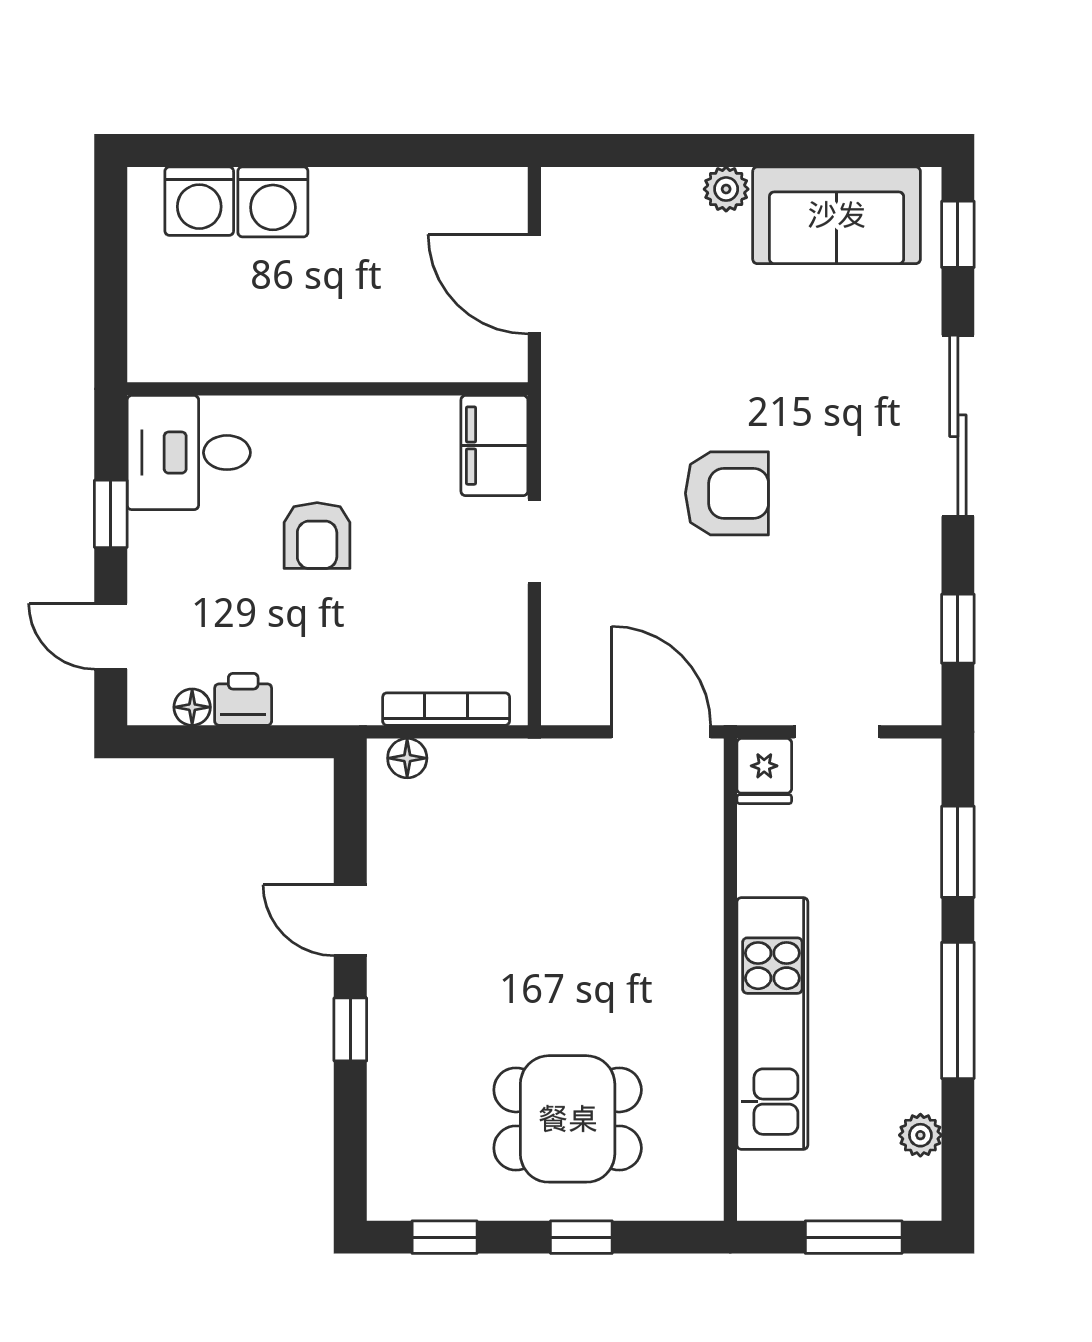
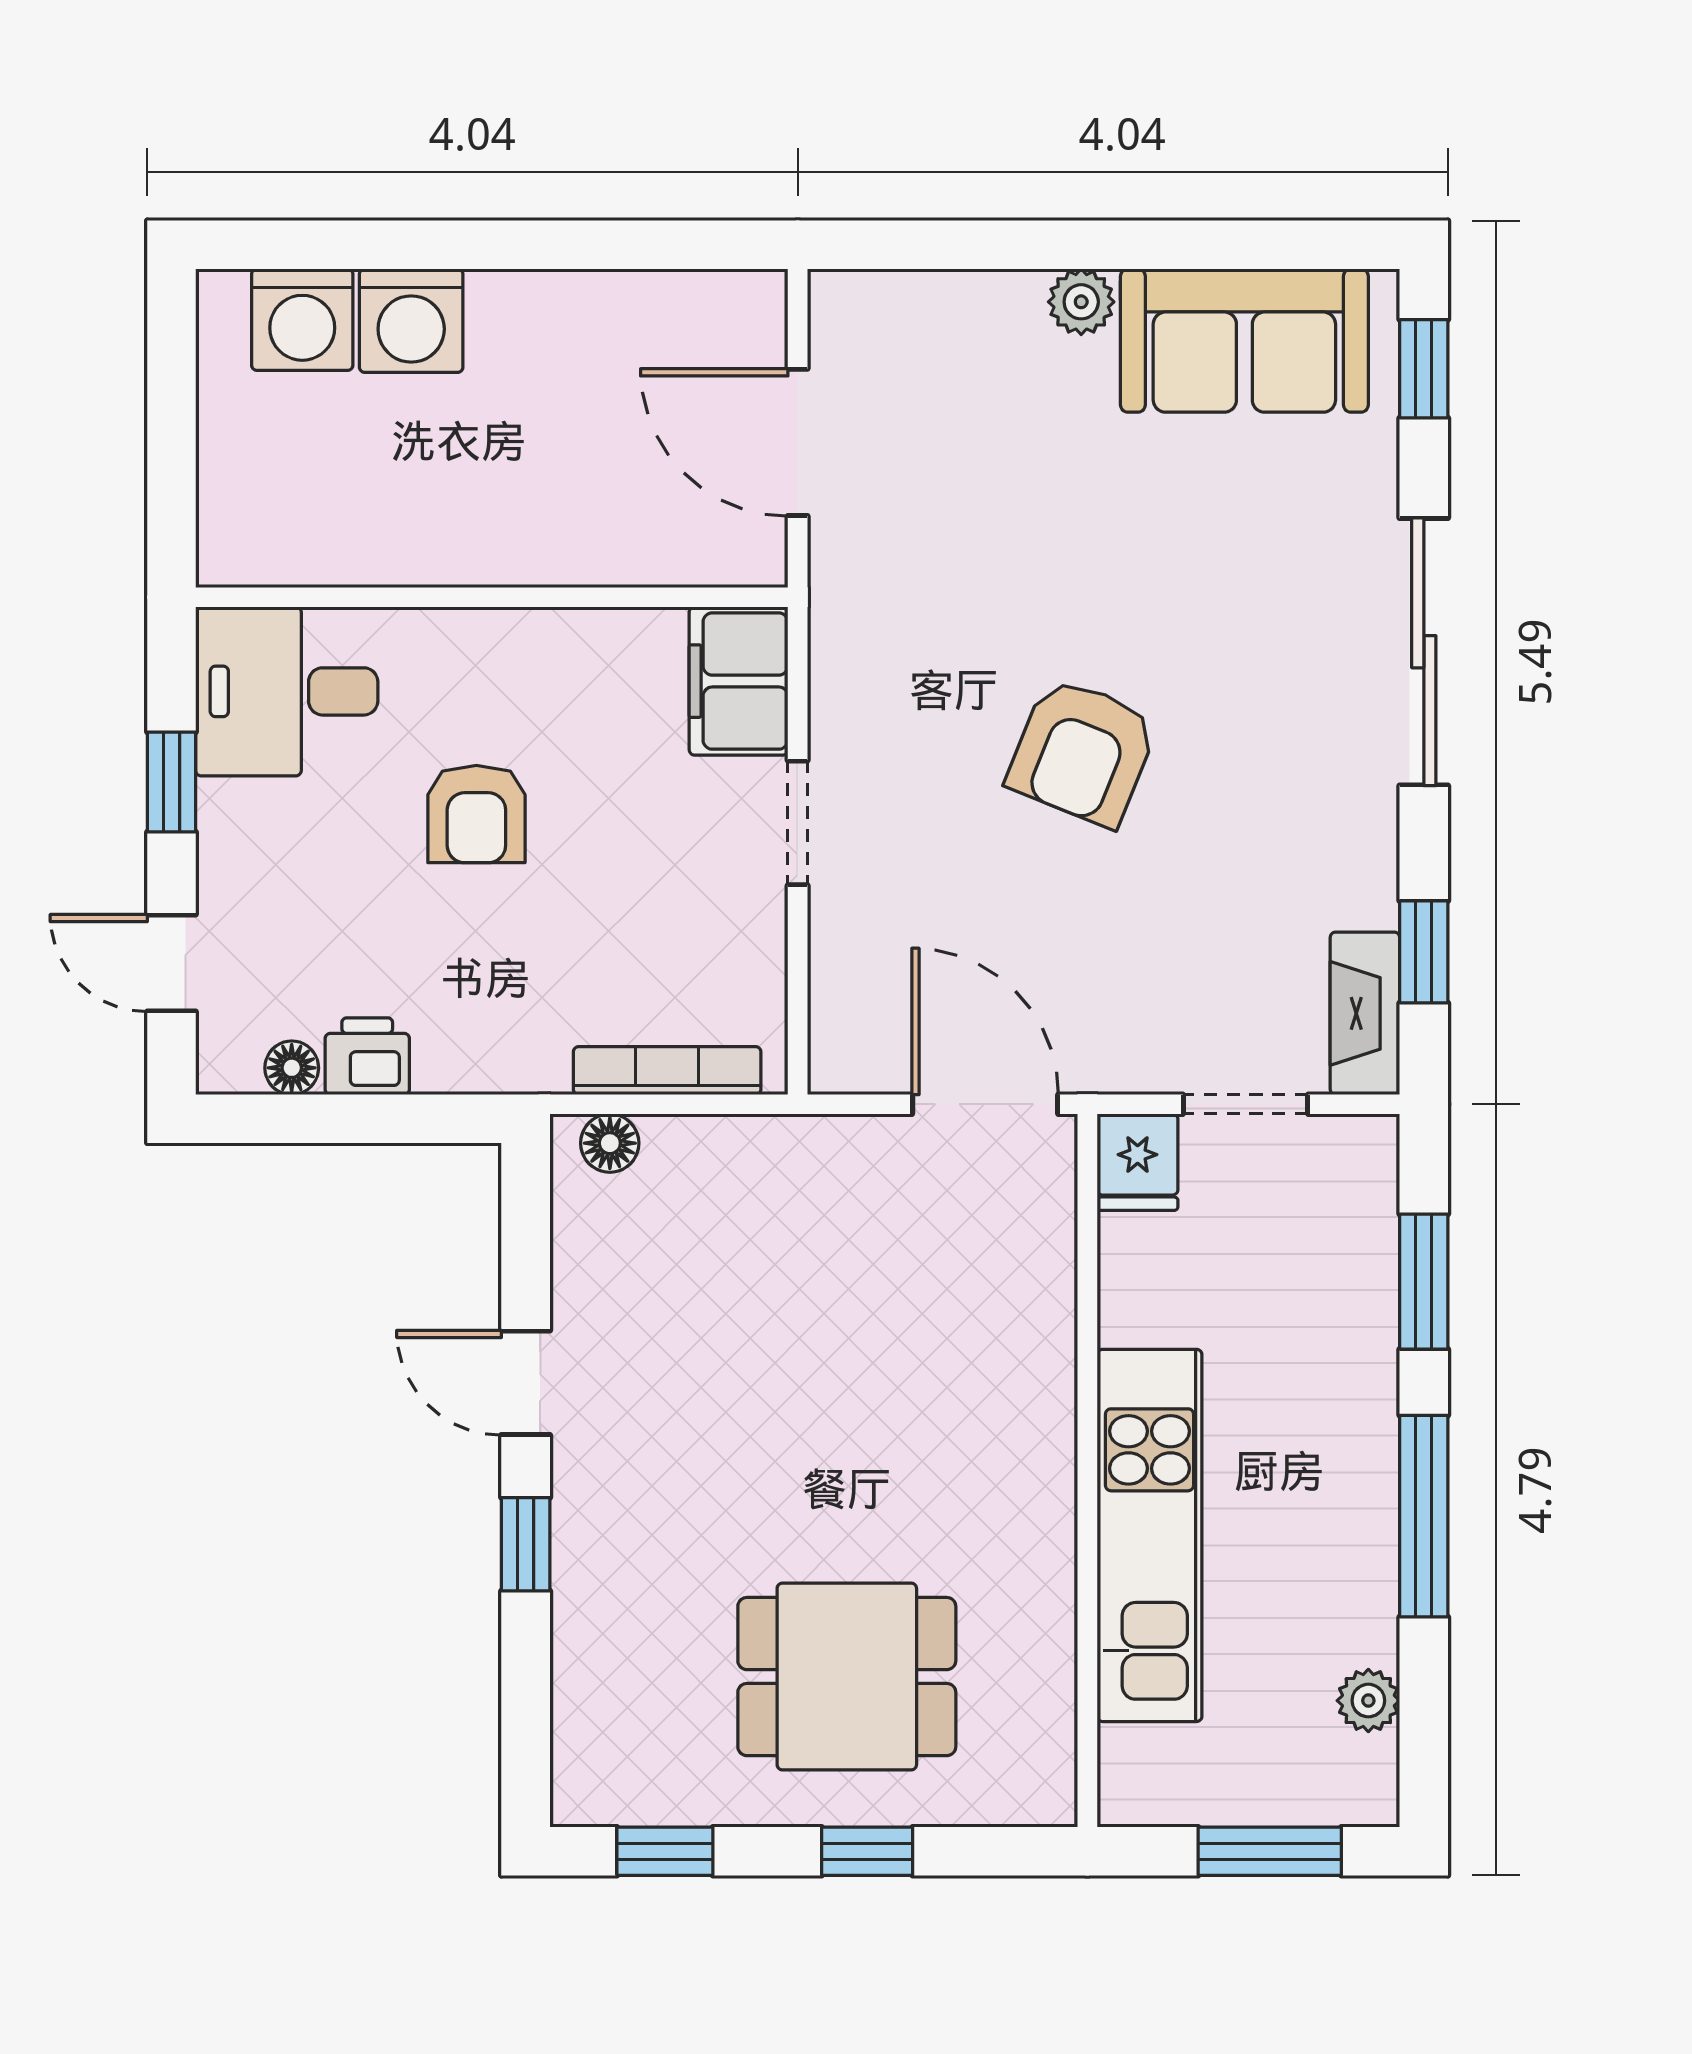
armchair: (727, 493) -> (1082, 752), turned 112
fireplace: (918, 670) -> (1365, 1013), added

